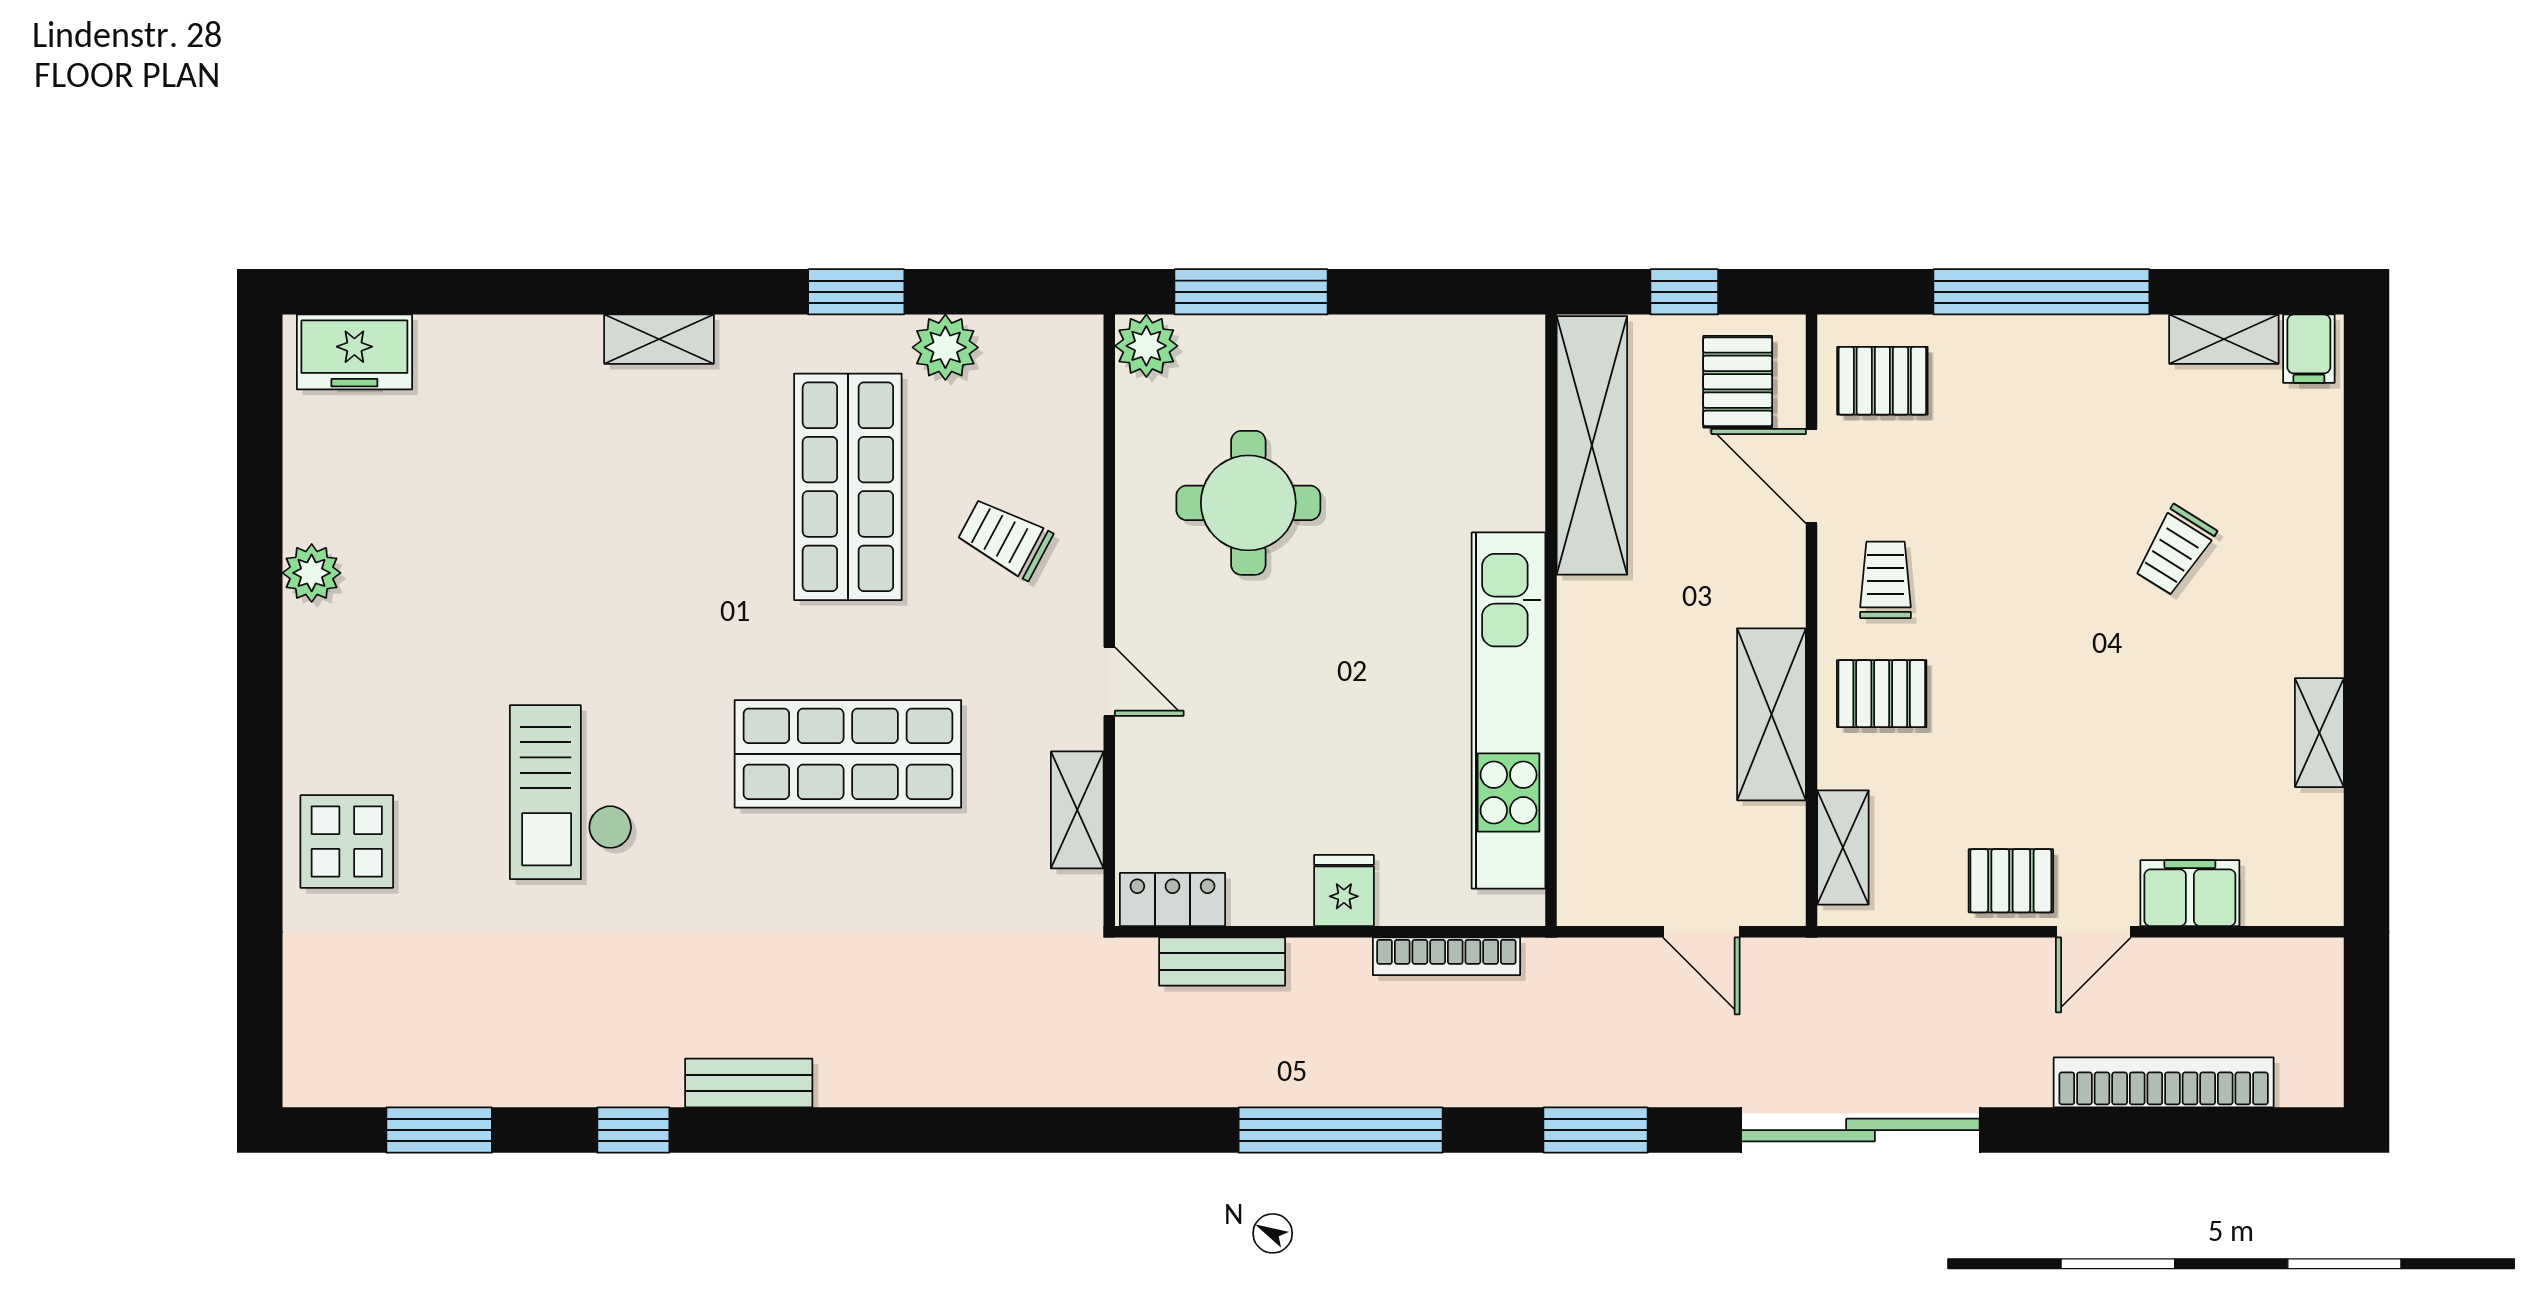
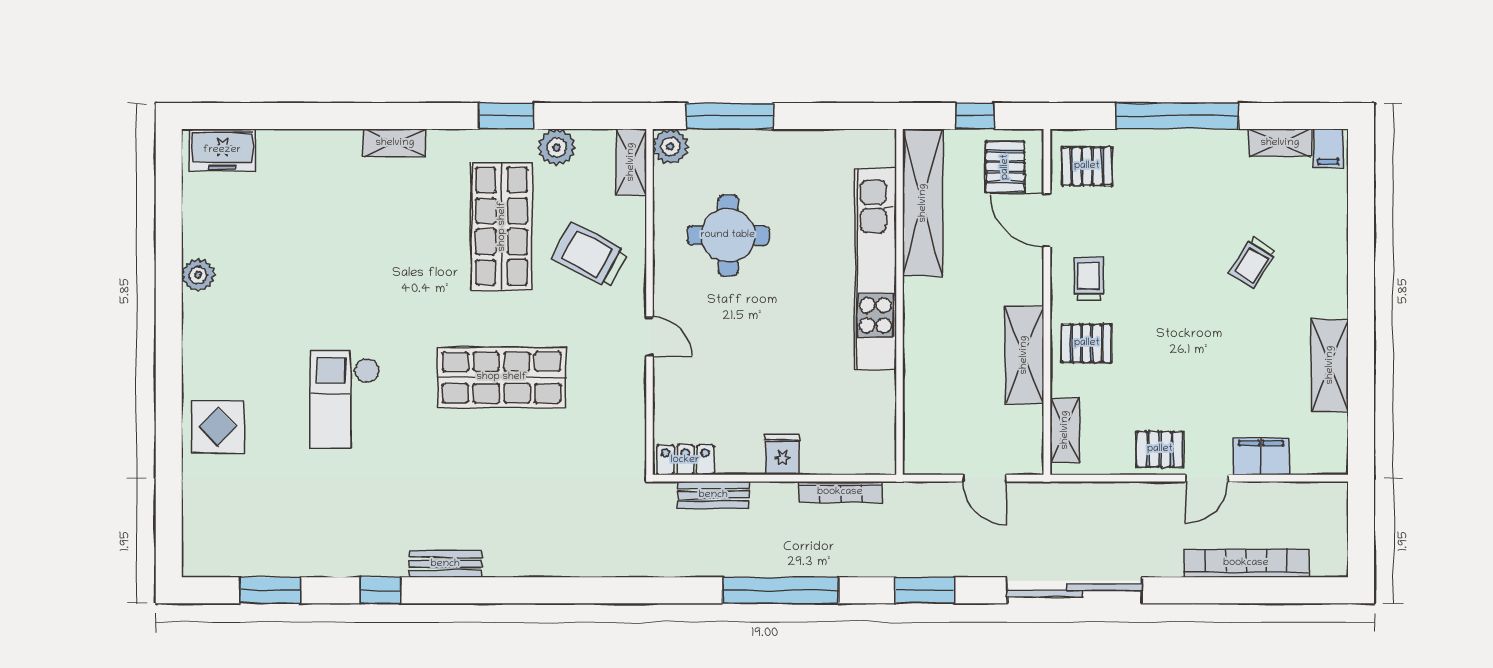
trolley: (1005, 538) -> (590, 255), width x1.36, depth x1.39
kitchen unit: (1509, 711) -> (875, 269), moved
shelving: (2319, 733) -> (1330, 365), width x1.50, depth x1.33
shelving: (1077, 810) -> (631, 162), moved

